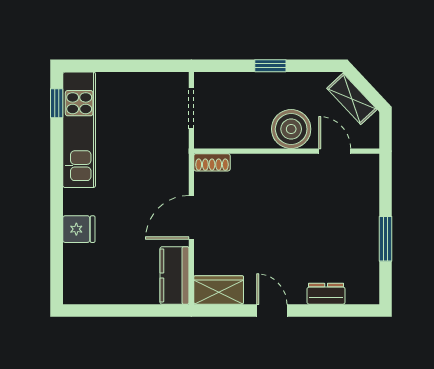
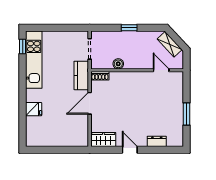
boiler: (291, 129) -> (118, 64), moved, width x0.54, depth x0.54
kitchen counter: (175, 275) -> (81, 75), moved

